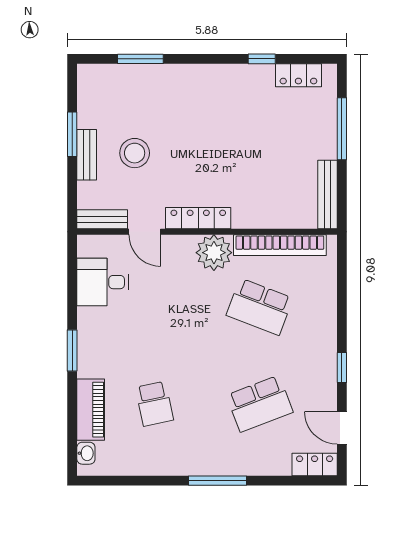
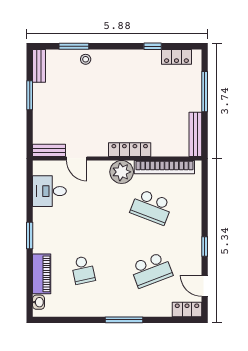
stool: (135, 153) -> (86, 59), moved, width x0.53, depth x0.53
bench: (87, 155) -> (39, 66), moved
locker: (198, 218) -> (130, 150), moved

